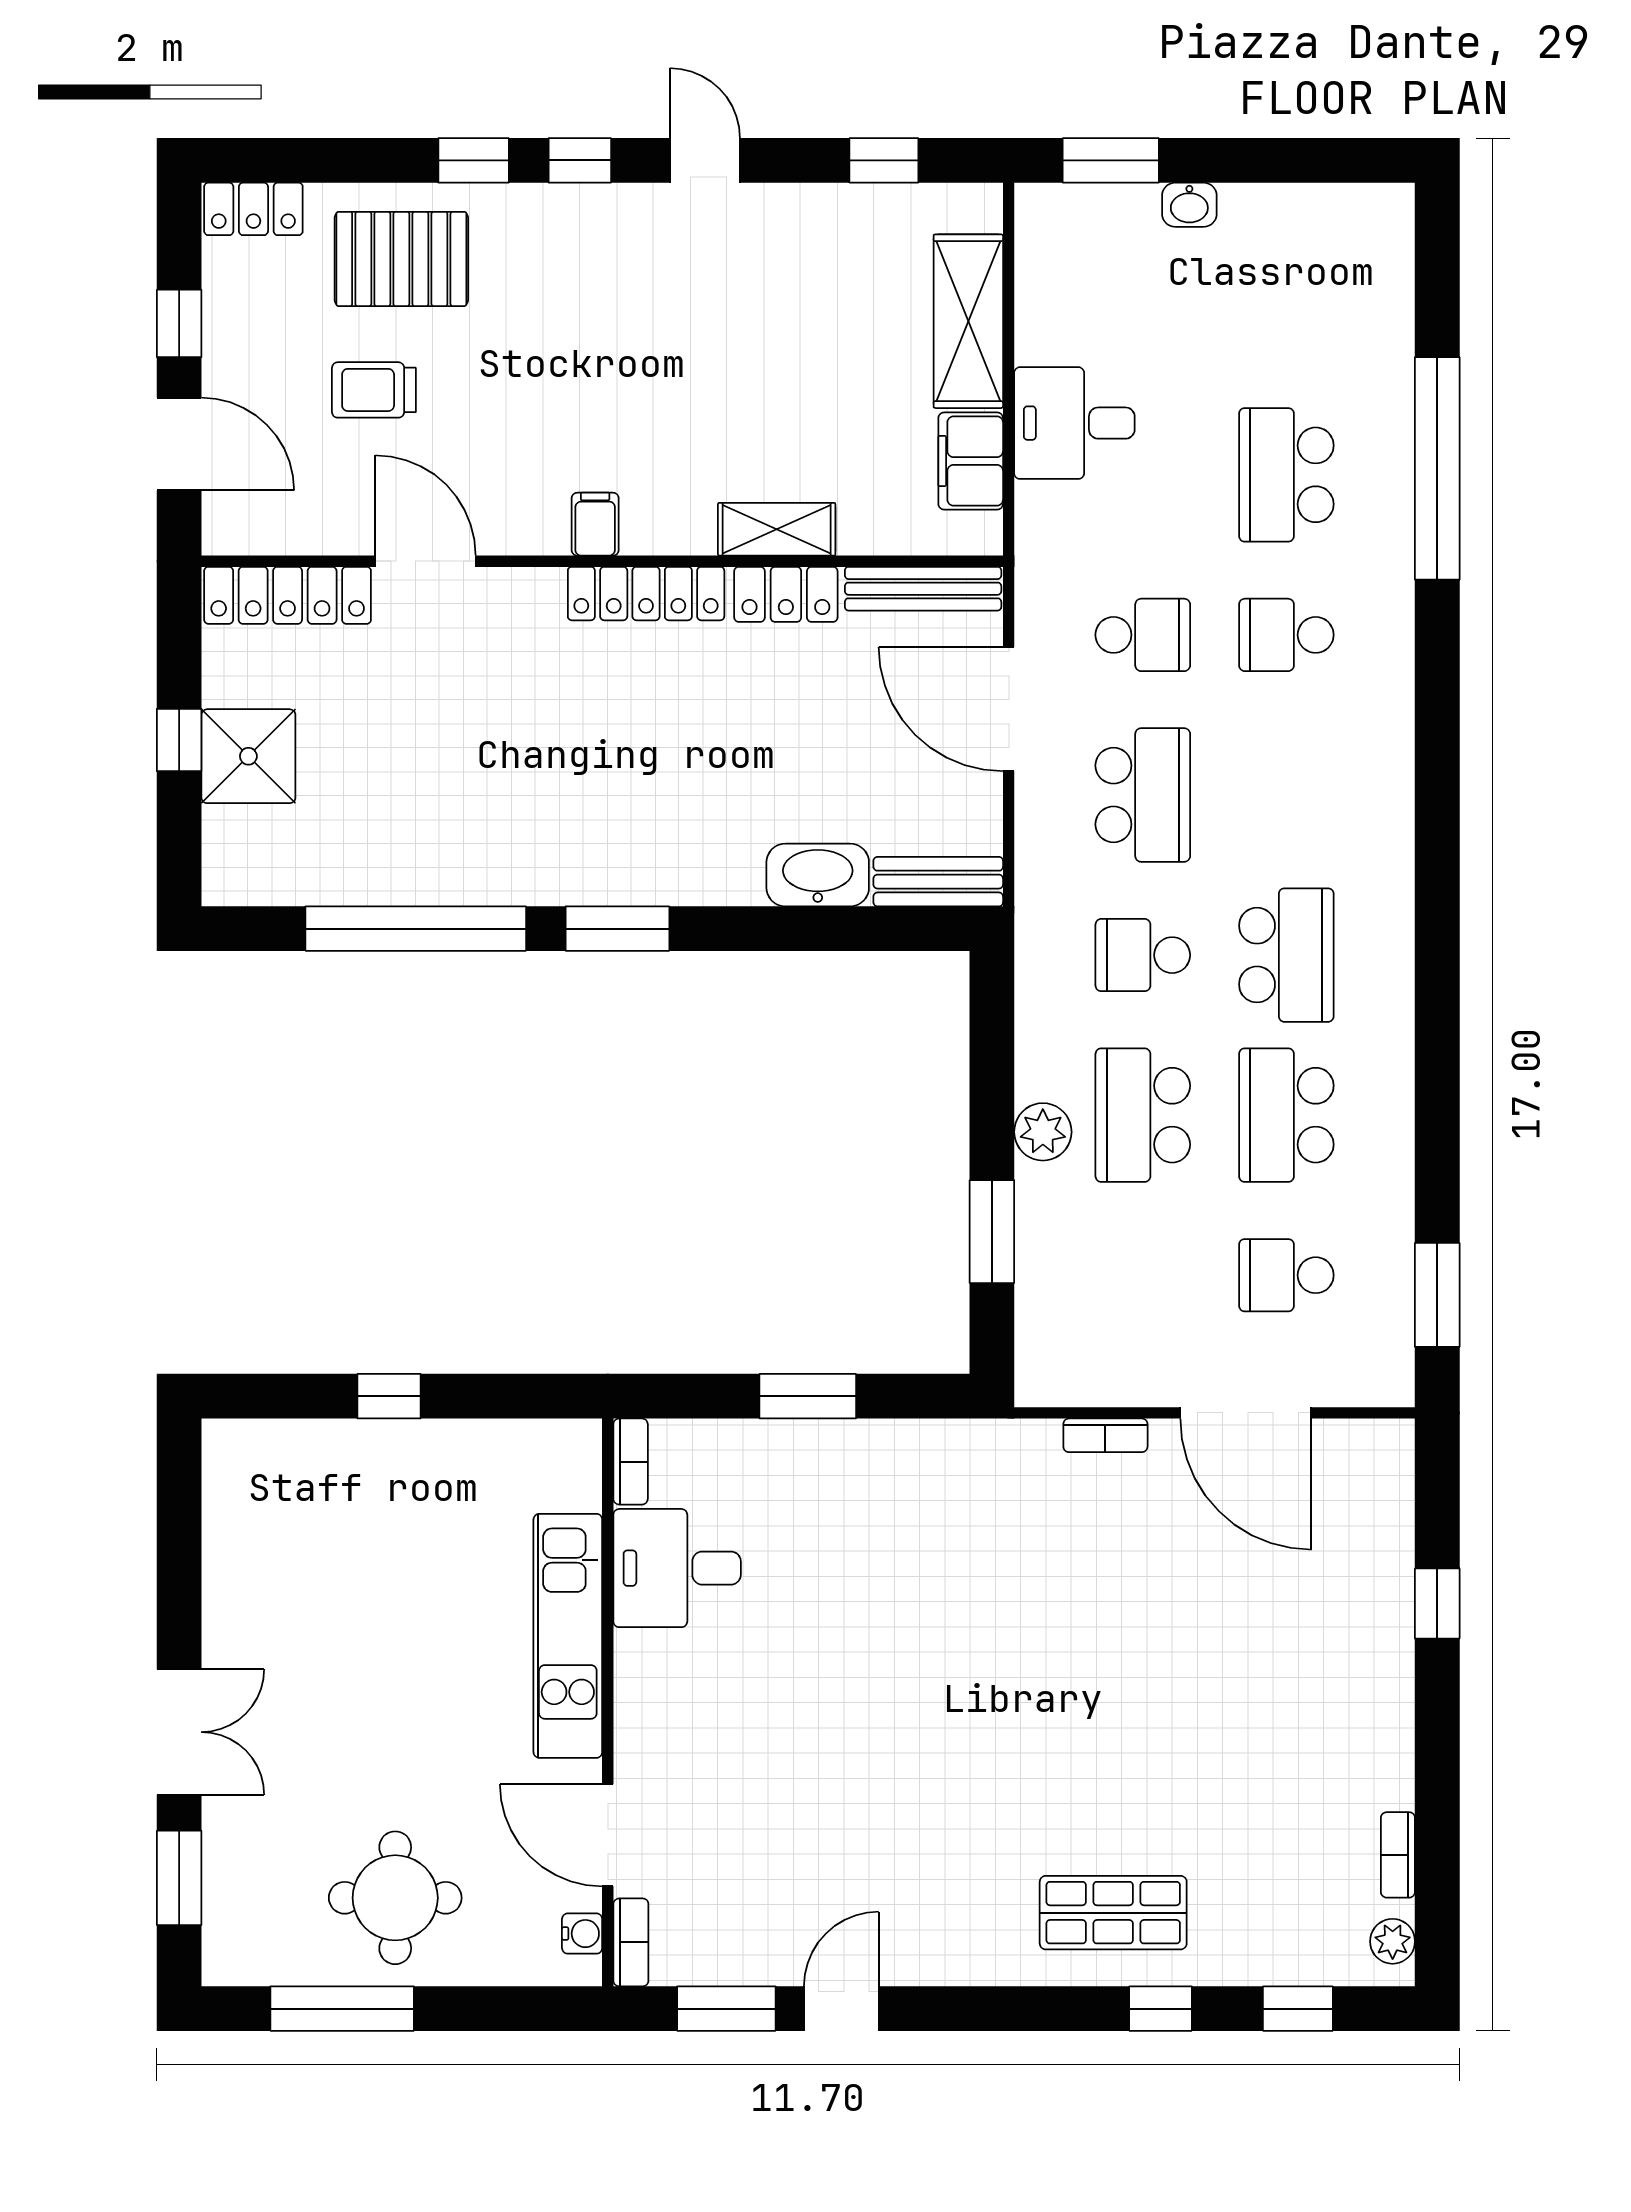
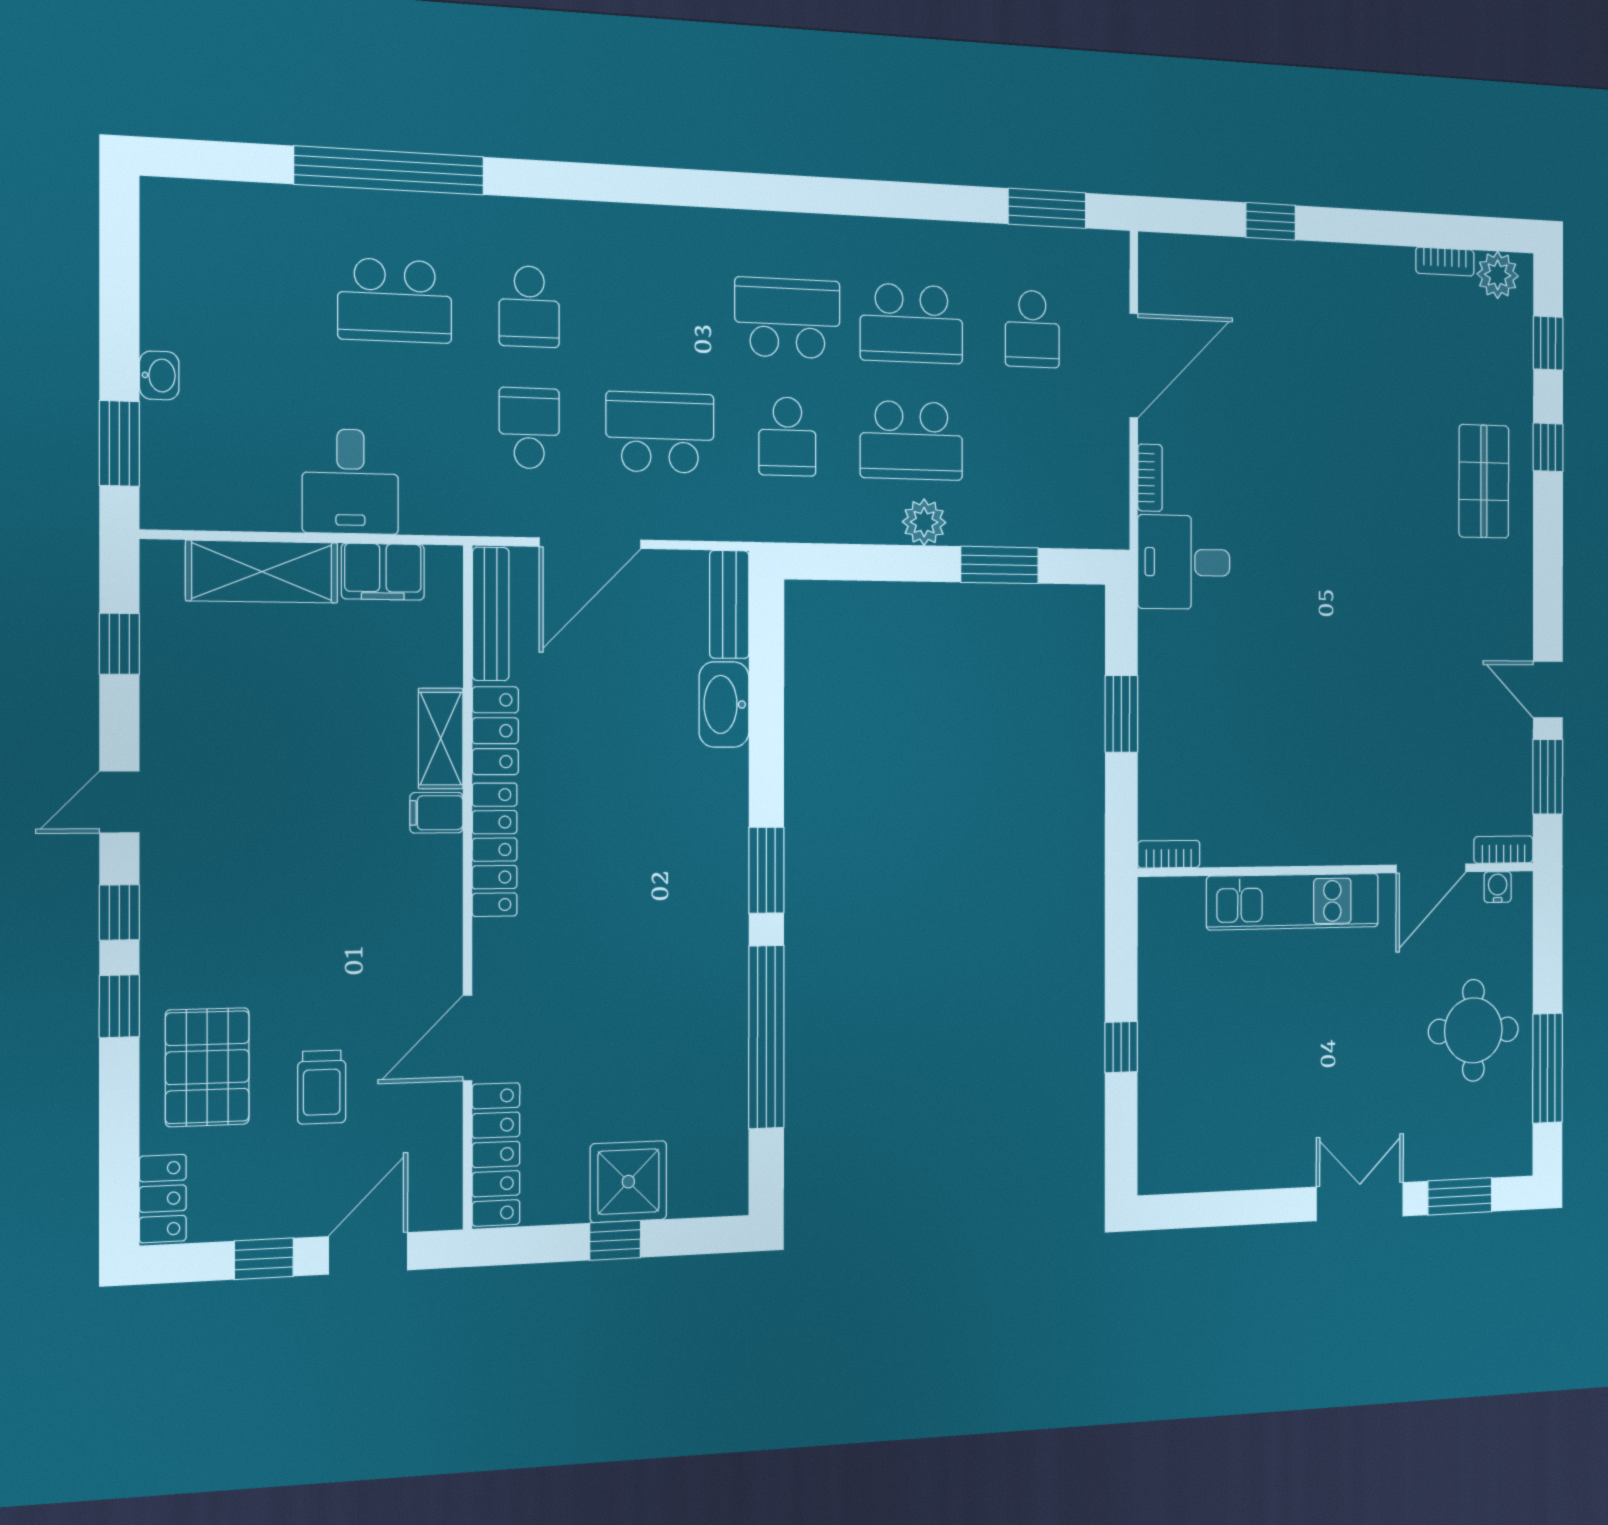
filing cabinet: (595, 524) -> (436, 813), moved
desk: (677, 1568) -> (1184, 562), moved, turned 90
plant: (1393, 1941) -> (1498, 275), width x1.38, depth x1.38

